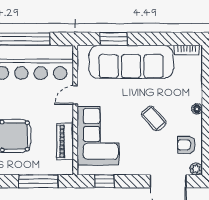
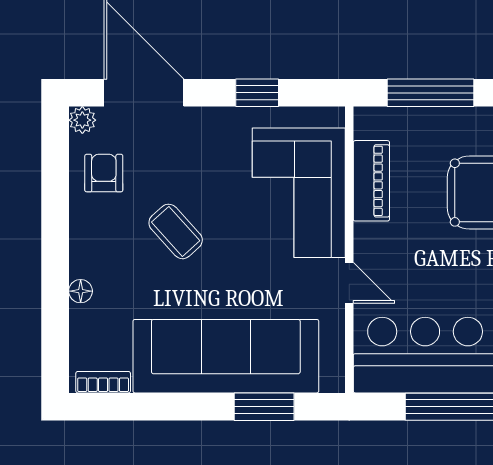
door: (75, 95) -> (349, 283), hinge flipped
floor lamp: (197, 109) -> (81, 291), moved
armchair: (186, 145) -> (104, 173), turned -90
window: (104, 181) -> (257, 93), moved

